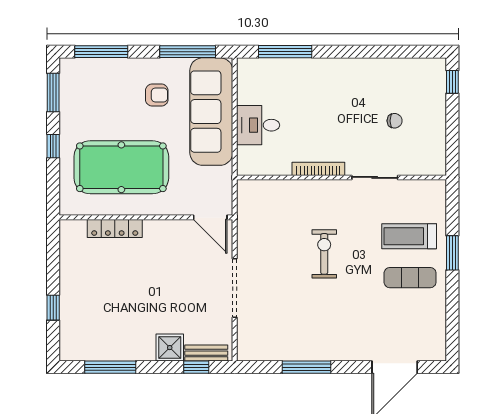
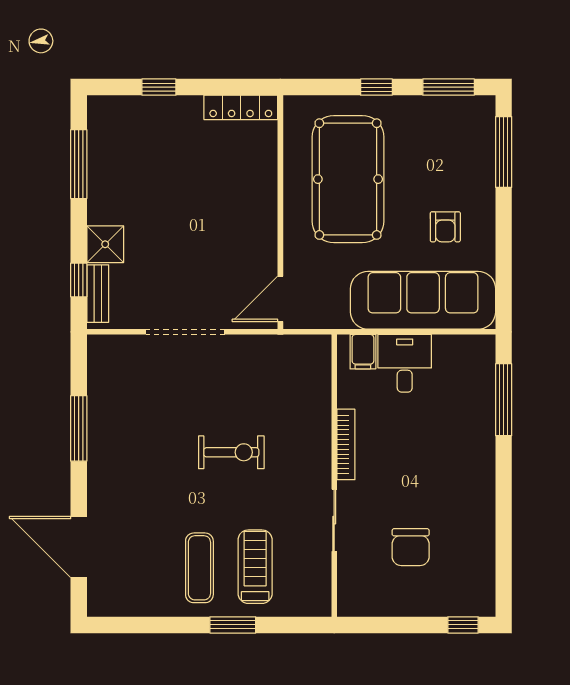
window: (188, 52) -> (504, 268), removed
chair: (395, 121) -> (411, 547), width x1.87, depth x1.87
filing cabinet: (250, 156) -> (363, 352), added
locker: (115, 229) -> (241, 107), moved, turned -90

